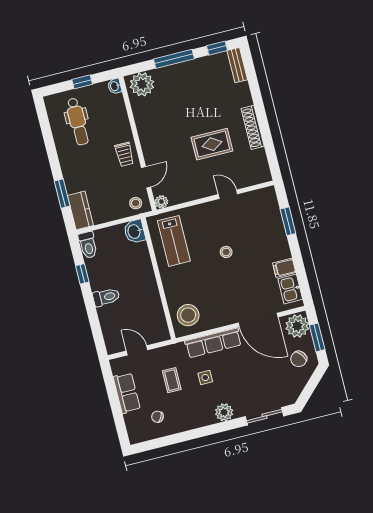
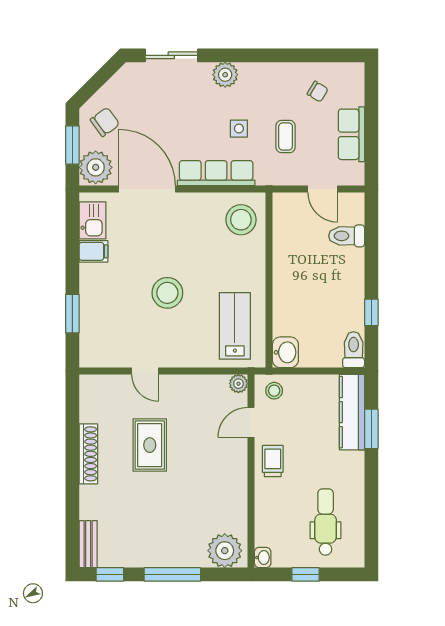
rug: (212, 144) -> (150, 445), turned 90
kitchen counter: (80, 210) -> (352, 412), width x1.50
stool: (226, 252) -> (167, 293), width x1.89, depth x1.89
toilet: (106, 297) -> (347, 236), moved

